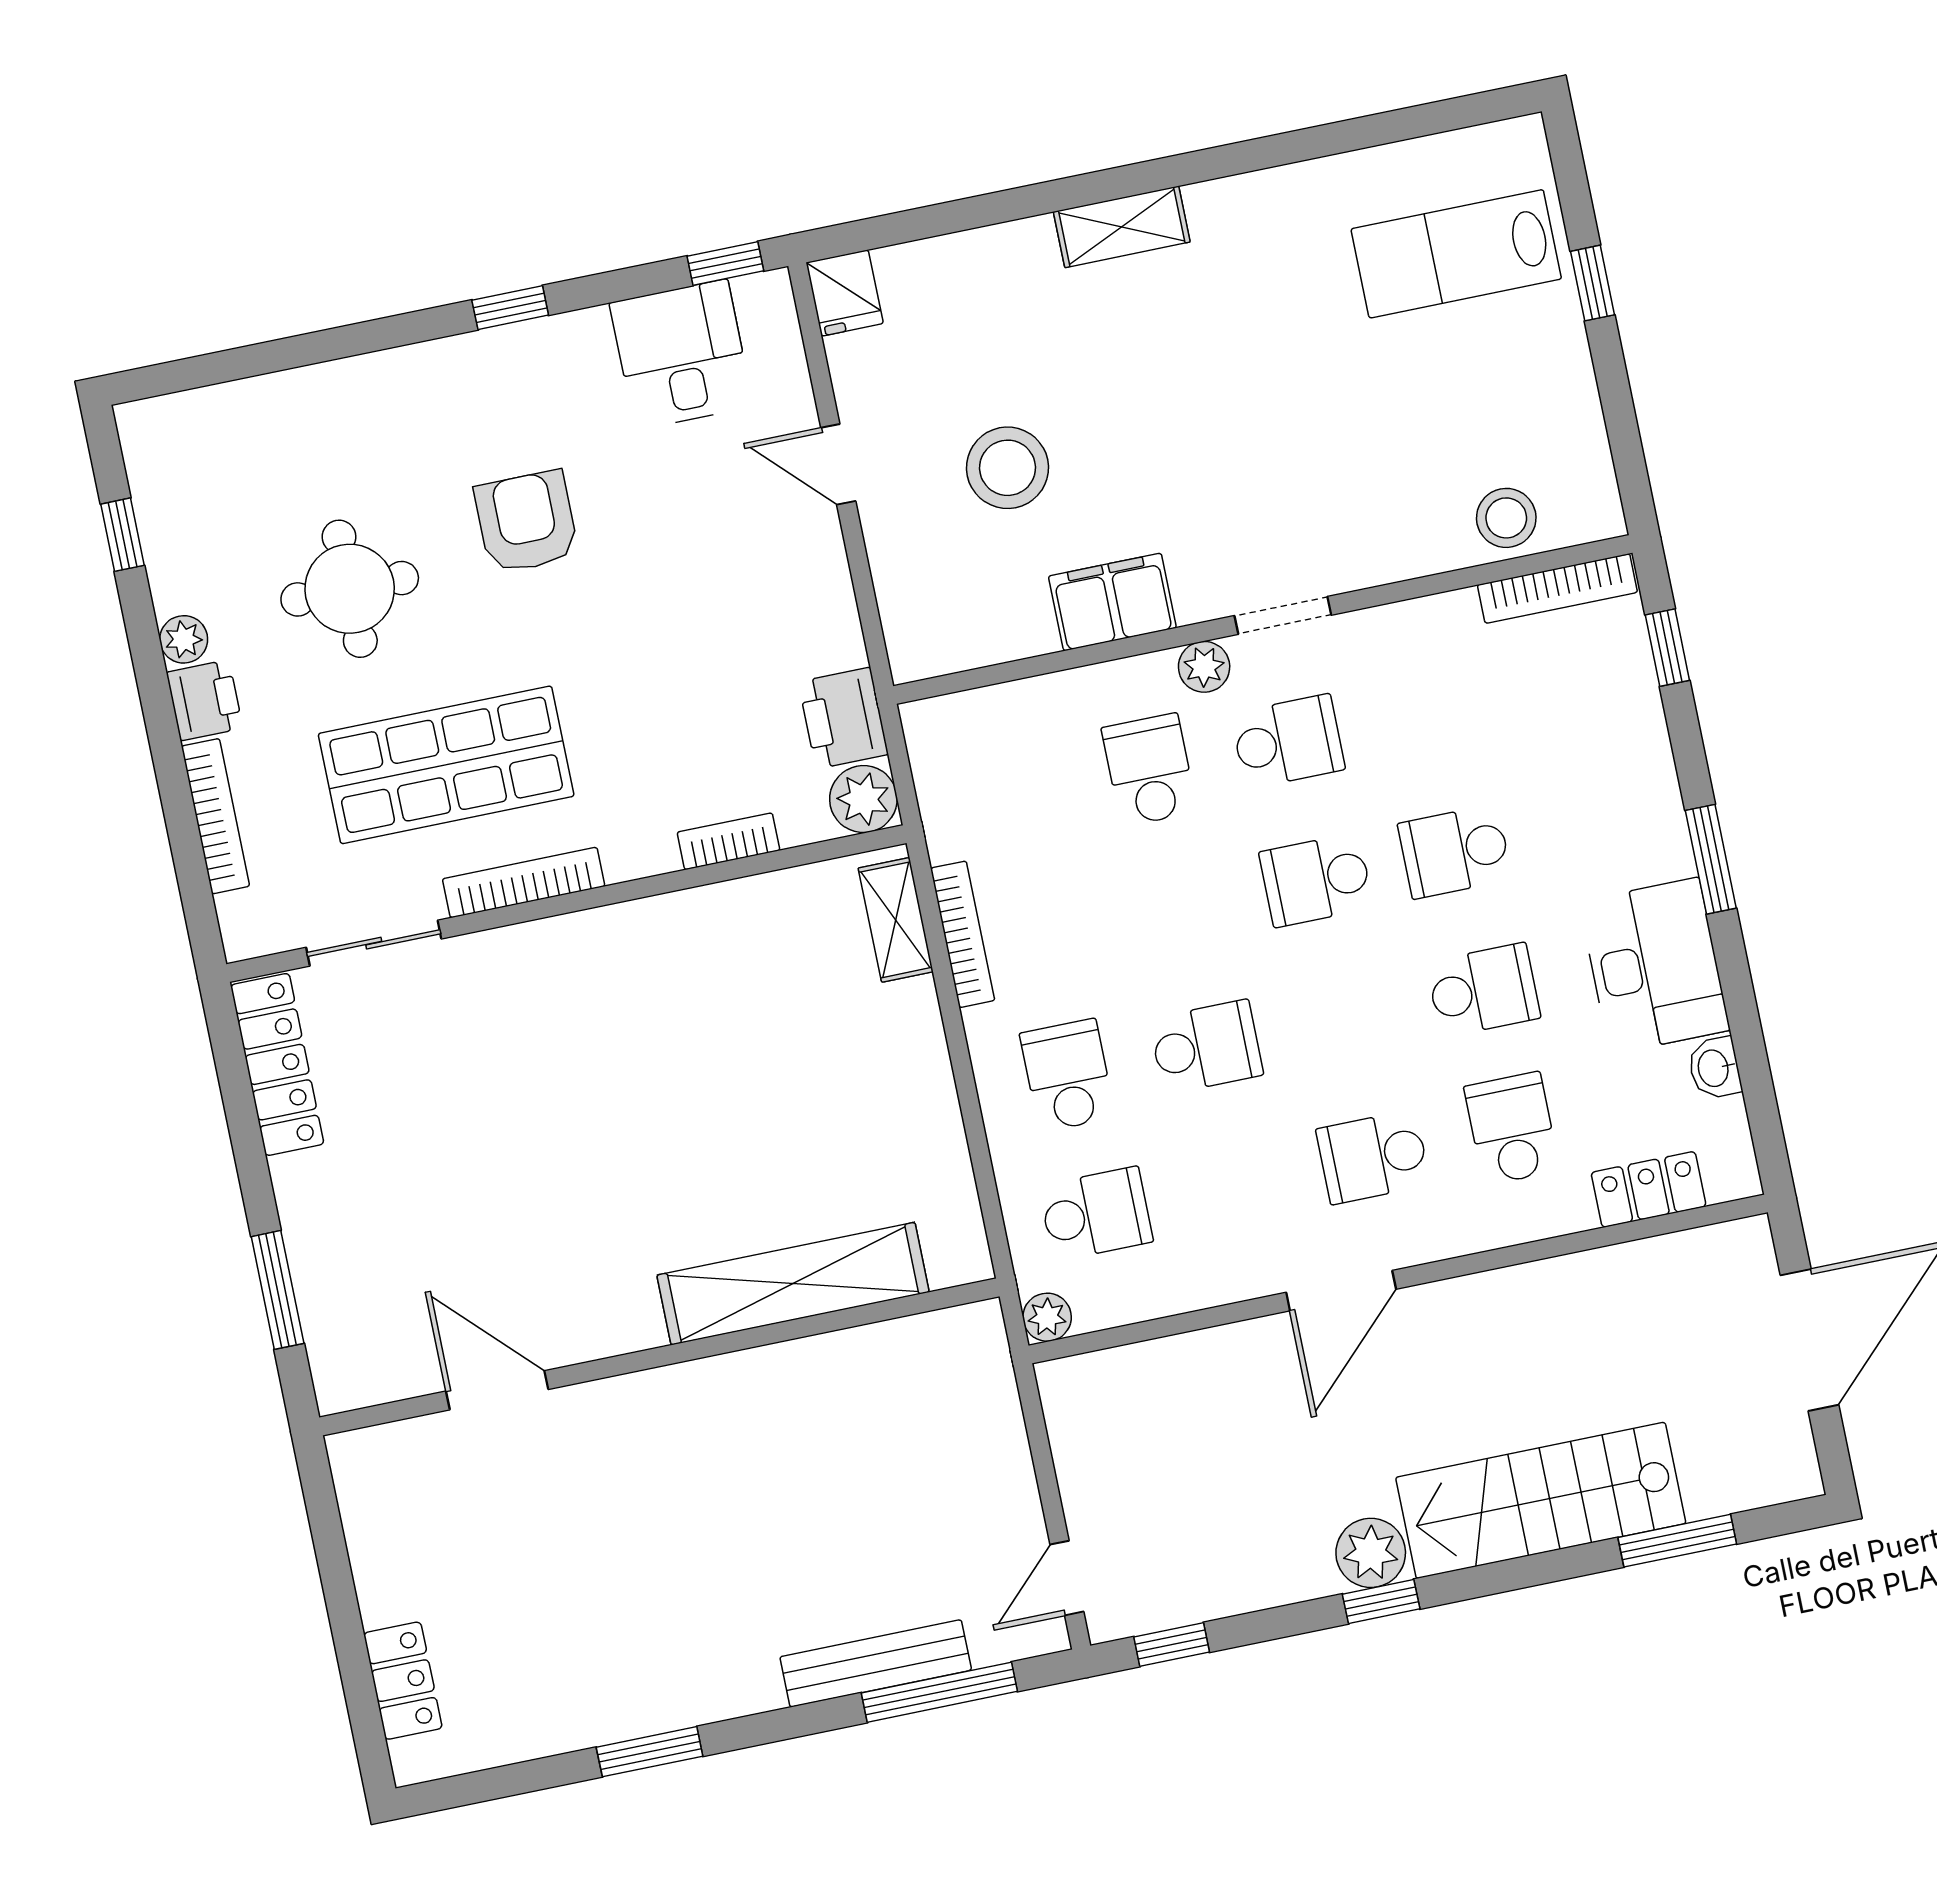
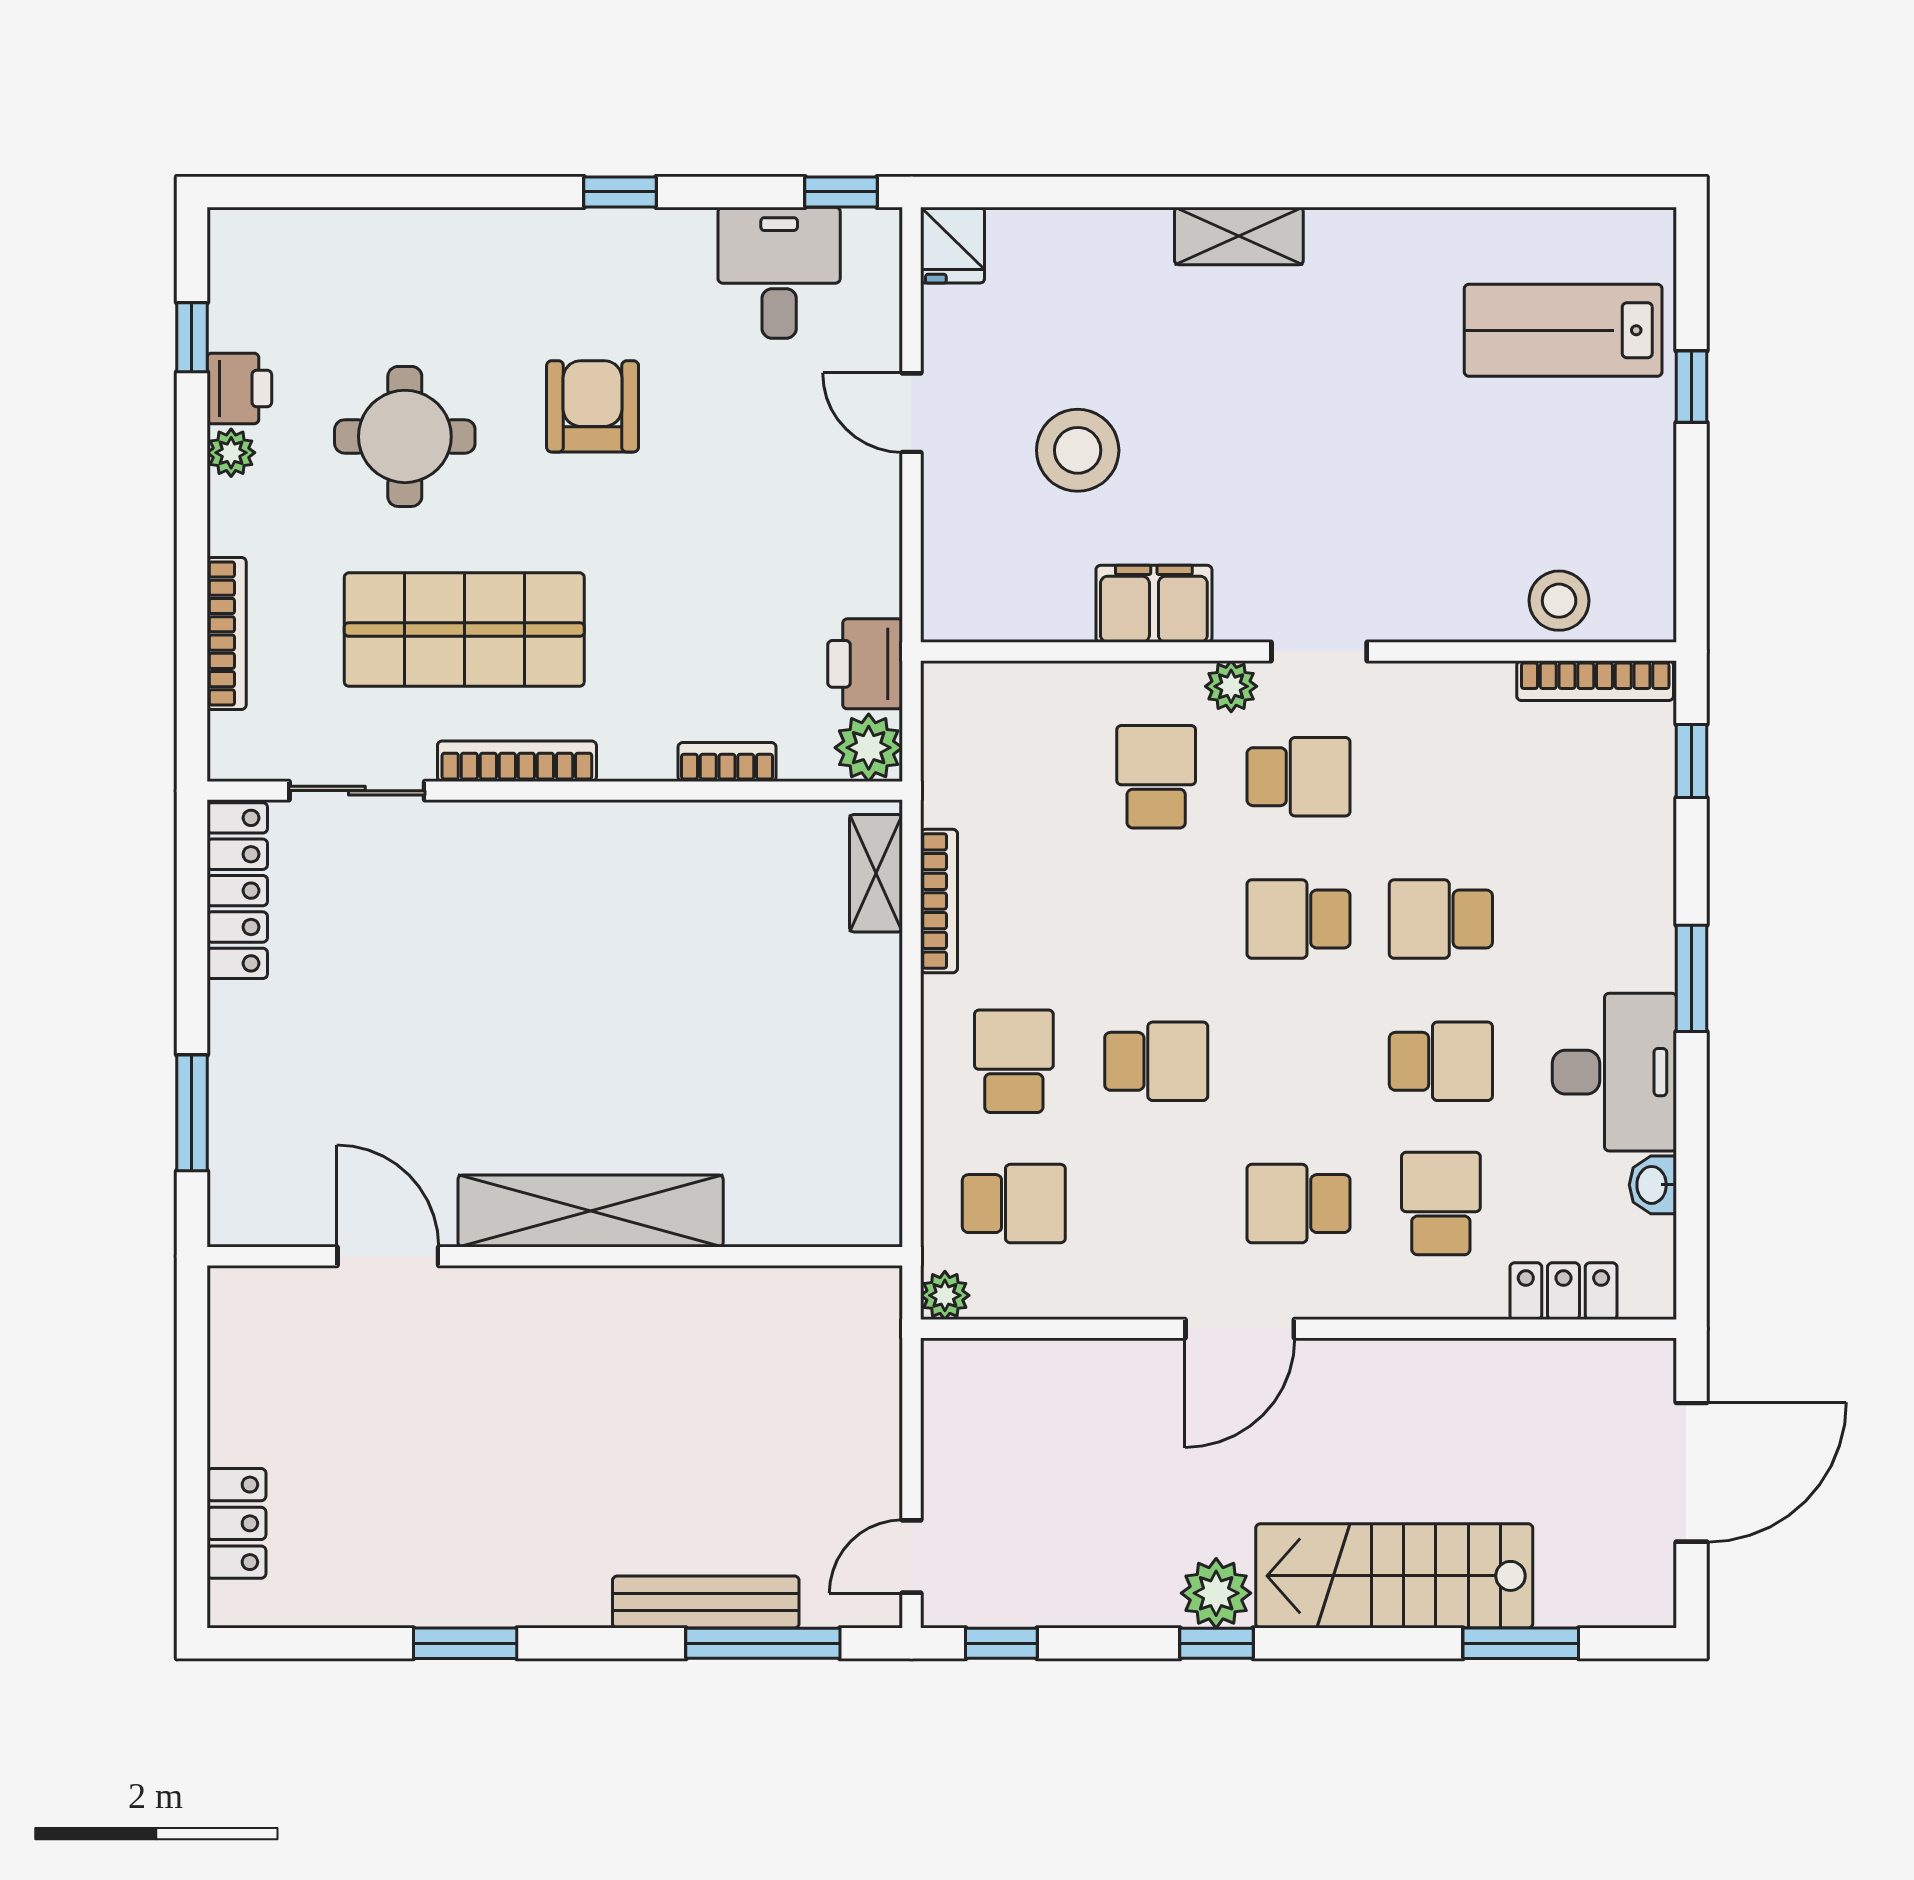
printer: (205, 700) -> (239, 388), moved
shelving: (793, 1284) -> (591, 1211), moved

